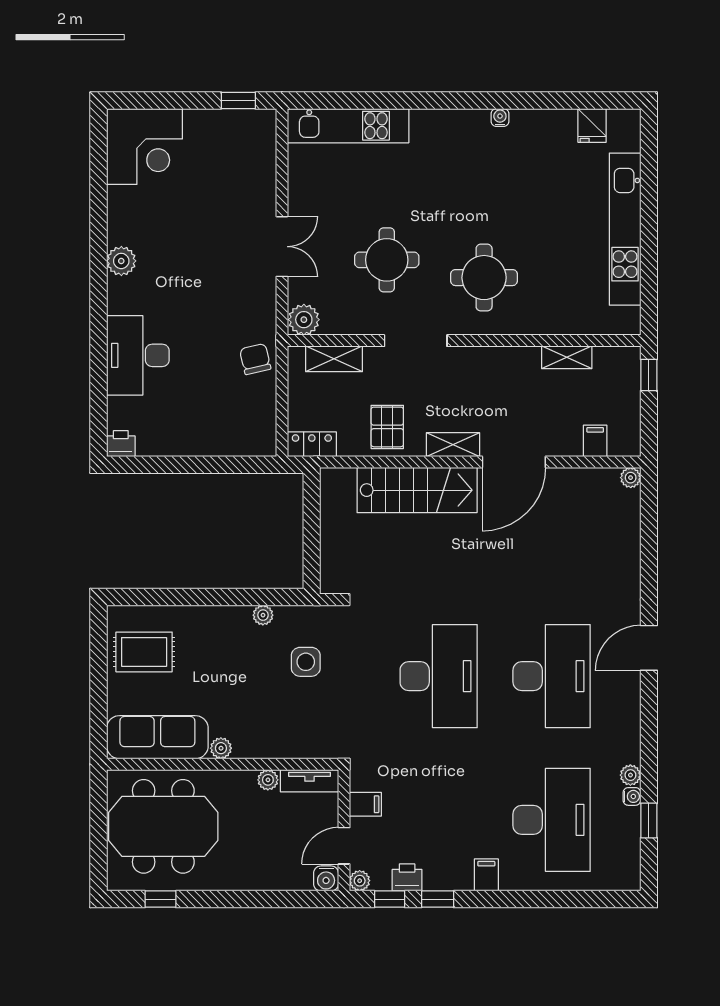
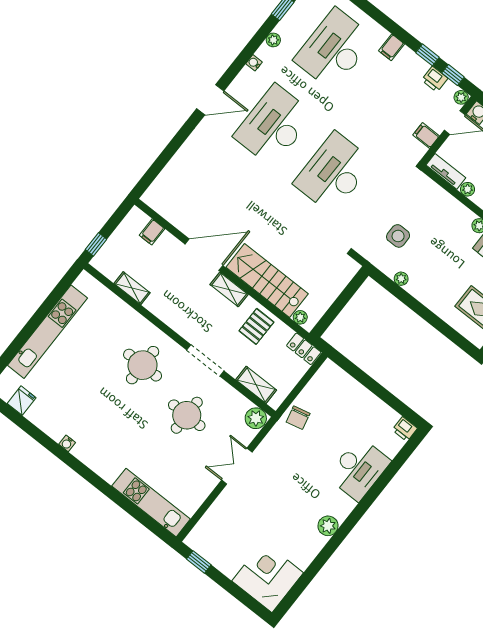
plant: (631, 478) -> (300, 317), moved
water cooler: (632, 796) -> (254, 63), moved

